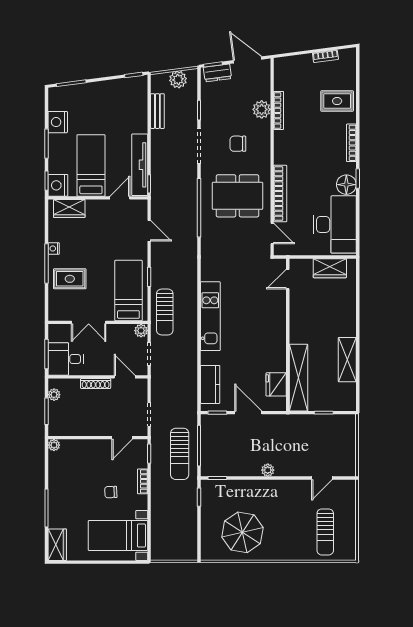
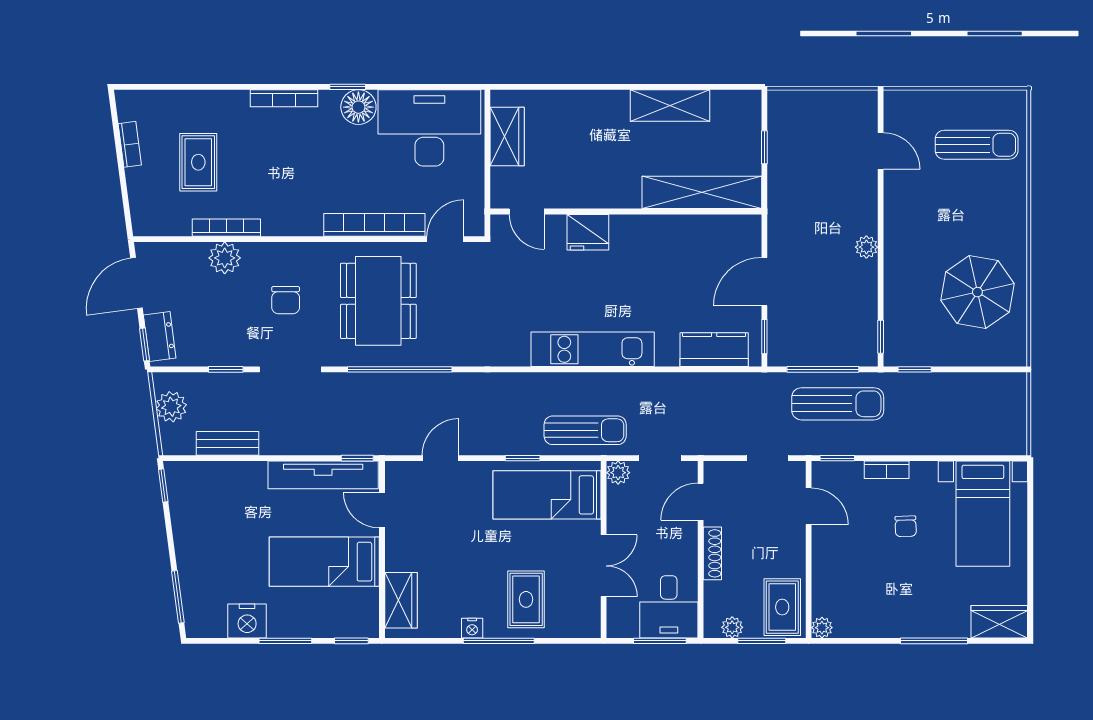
rug: (337, 101) -> (198, 162), moved
nightstand: (58, 185) -> (360, 621), removed
fridge: (276, 384) -> (588, 232), moved
rug: (65, 423) -> (782, 607), added

